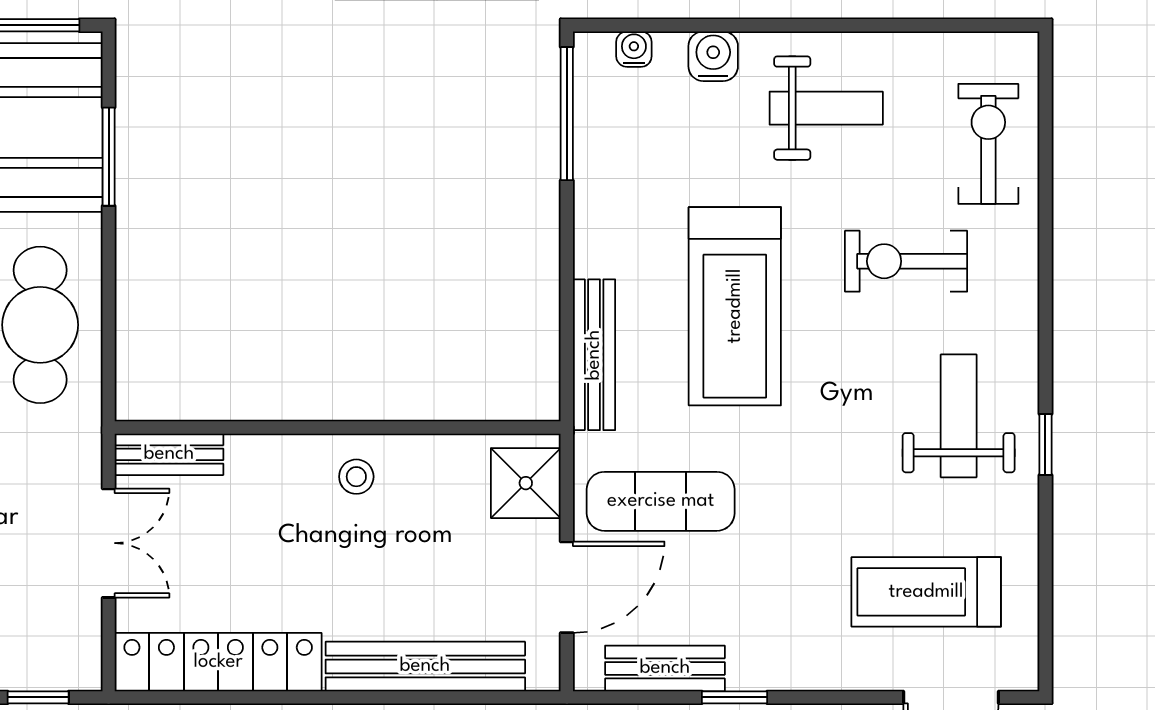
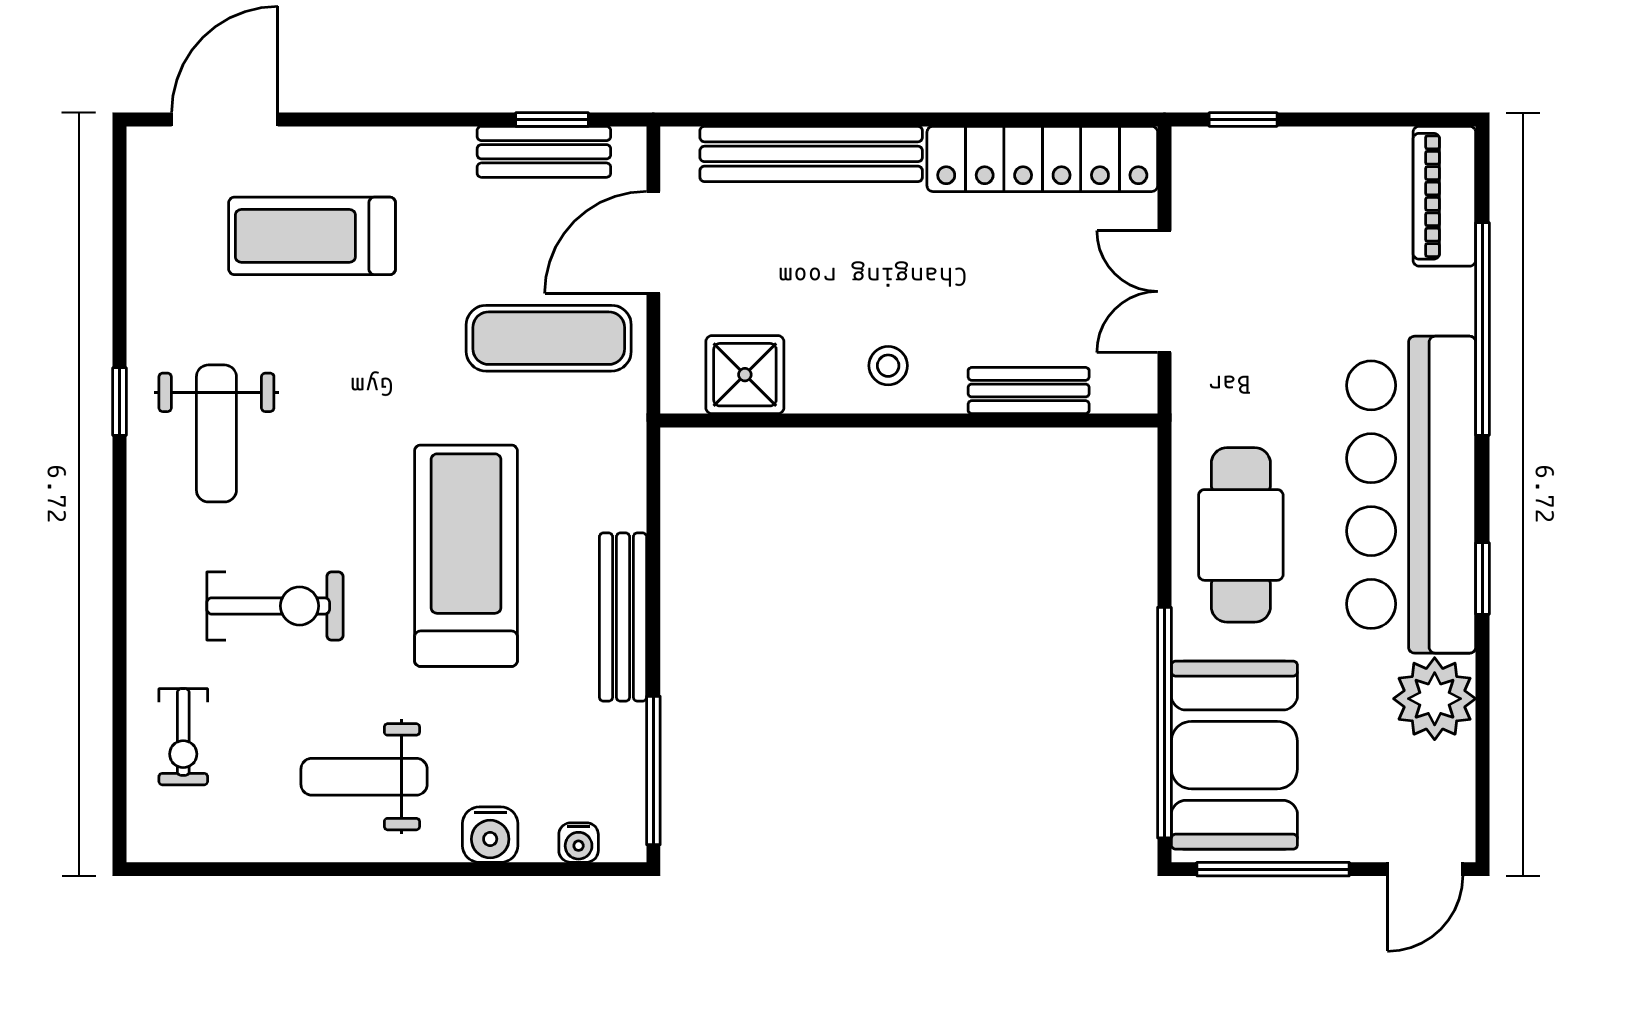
exercise bike: (988, 144) -> (183, 737), width x0.73, depth x0.72
window: (109, 157) -> (1164, 723), width x2.11
bench: (594, 355) -> (623, 617), moved
bench: (169, 454) -> (1029, 391), moved
shower: (526, 483) -> (745, 375), moved
treadmill: (926, 592) -> (312, 236), moved, turned 180
window: (734, 697) -> (552, 119), moved

